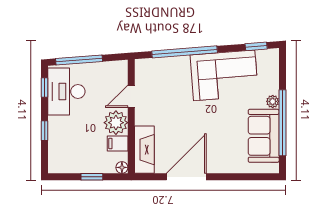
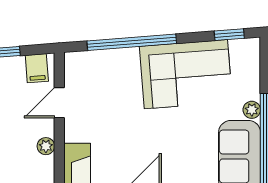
plant: (116, 123) -> (46, 146), width x0.53, depth x0.53
filing cabinet: (118, 144) -> (37, 68), moved, turned -94

